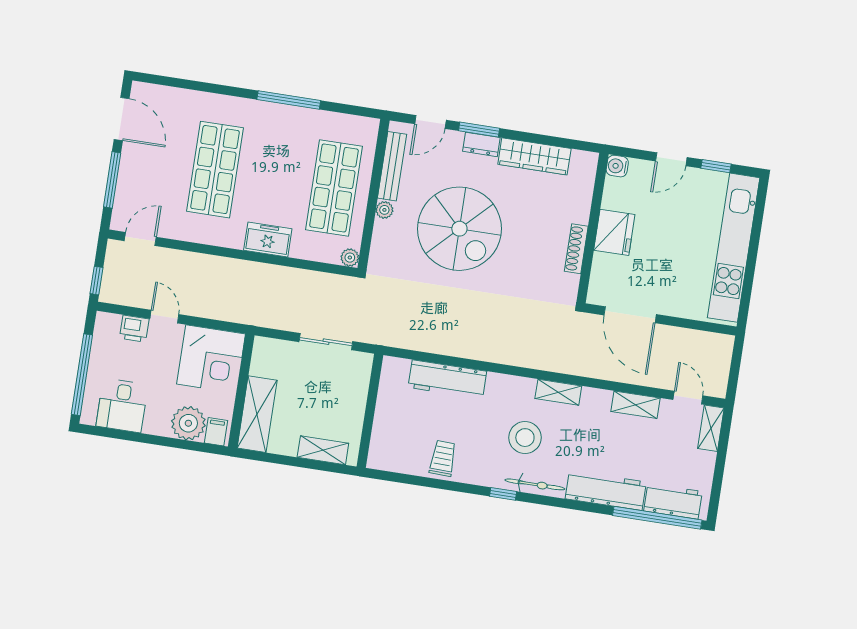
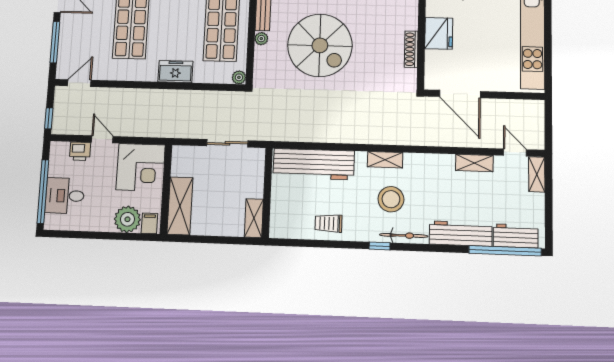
workbench: (447, 379) -> (314, 164), width x1.36, depth x1.32
shelving: (558, 392) -> (385, 160), moved
desk: (122, 405) -> (65, 196), moved, turned 90
shelving: (323, 450) -> (254, 218), moved, turned 90
trolley: (443, 458) -> (328, 223), turned -92

